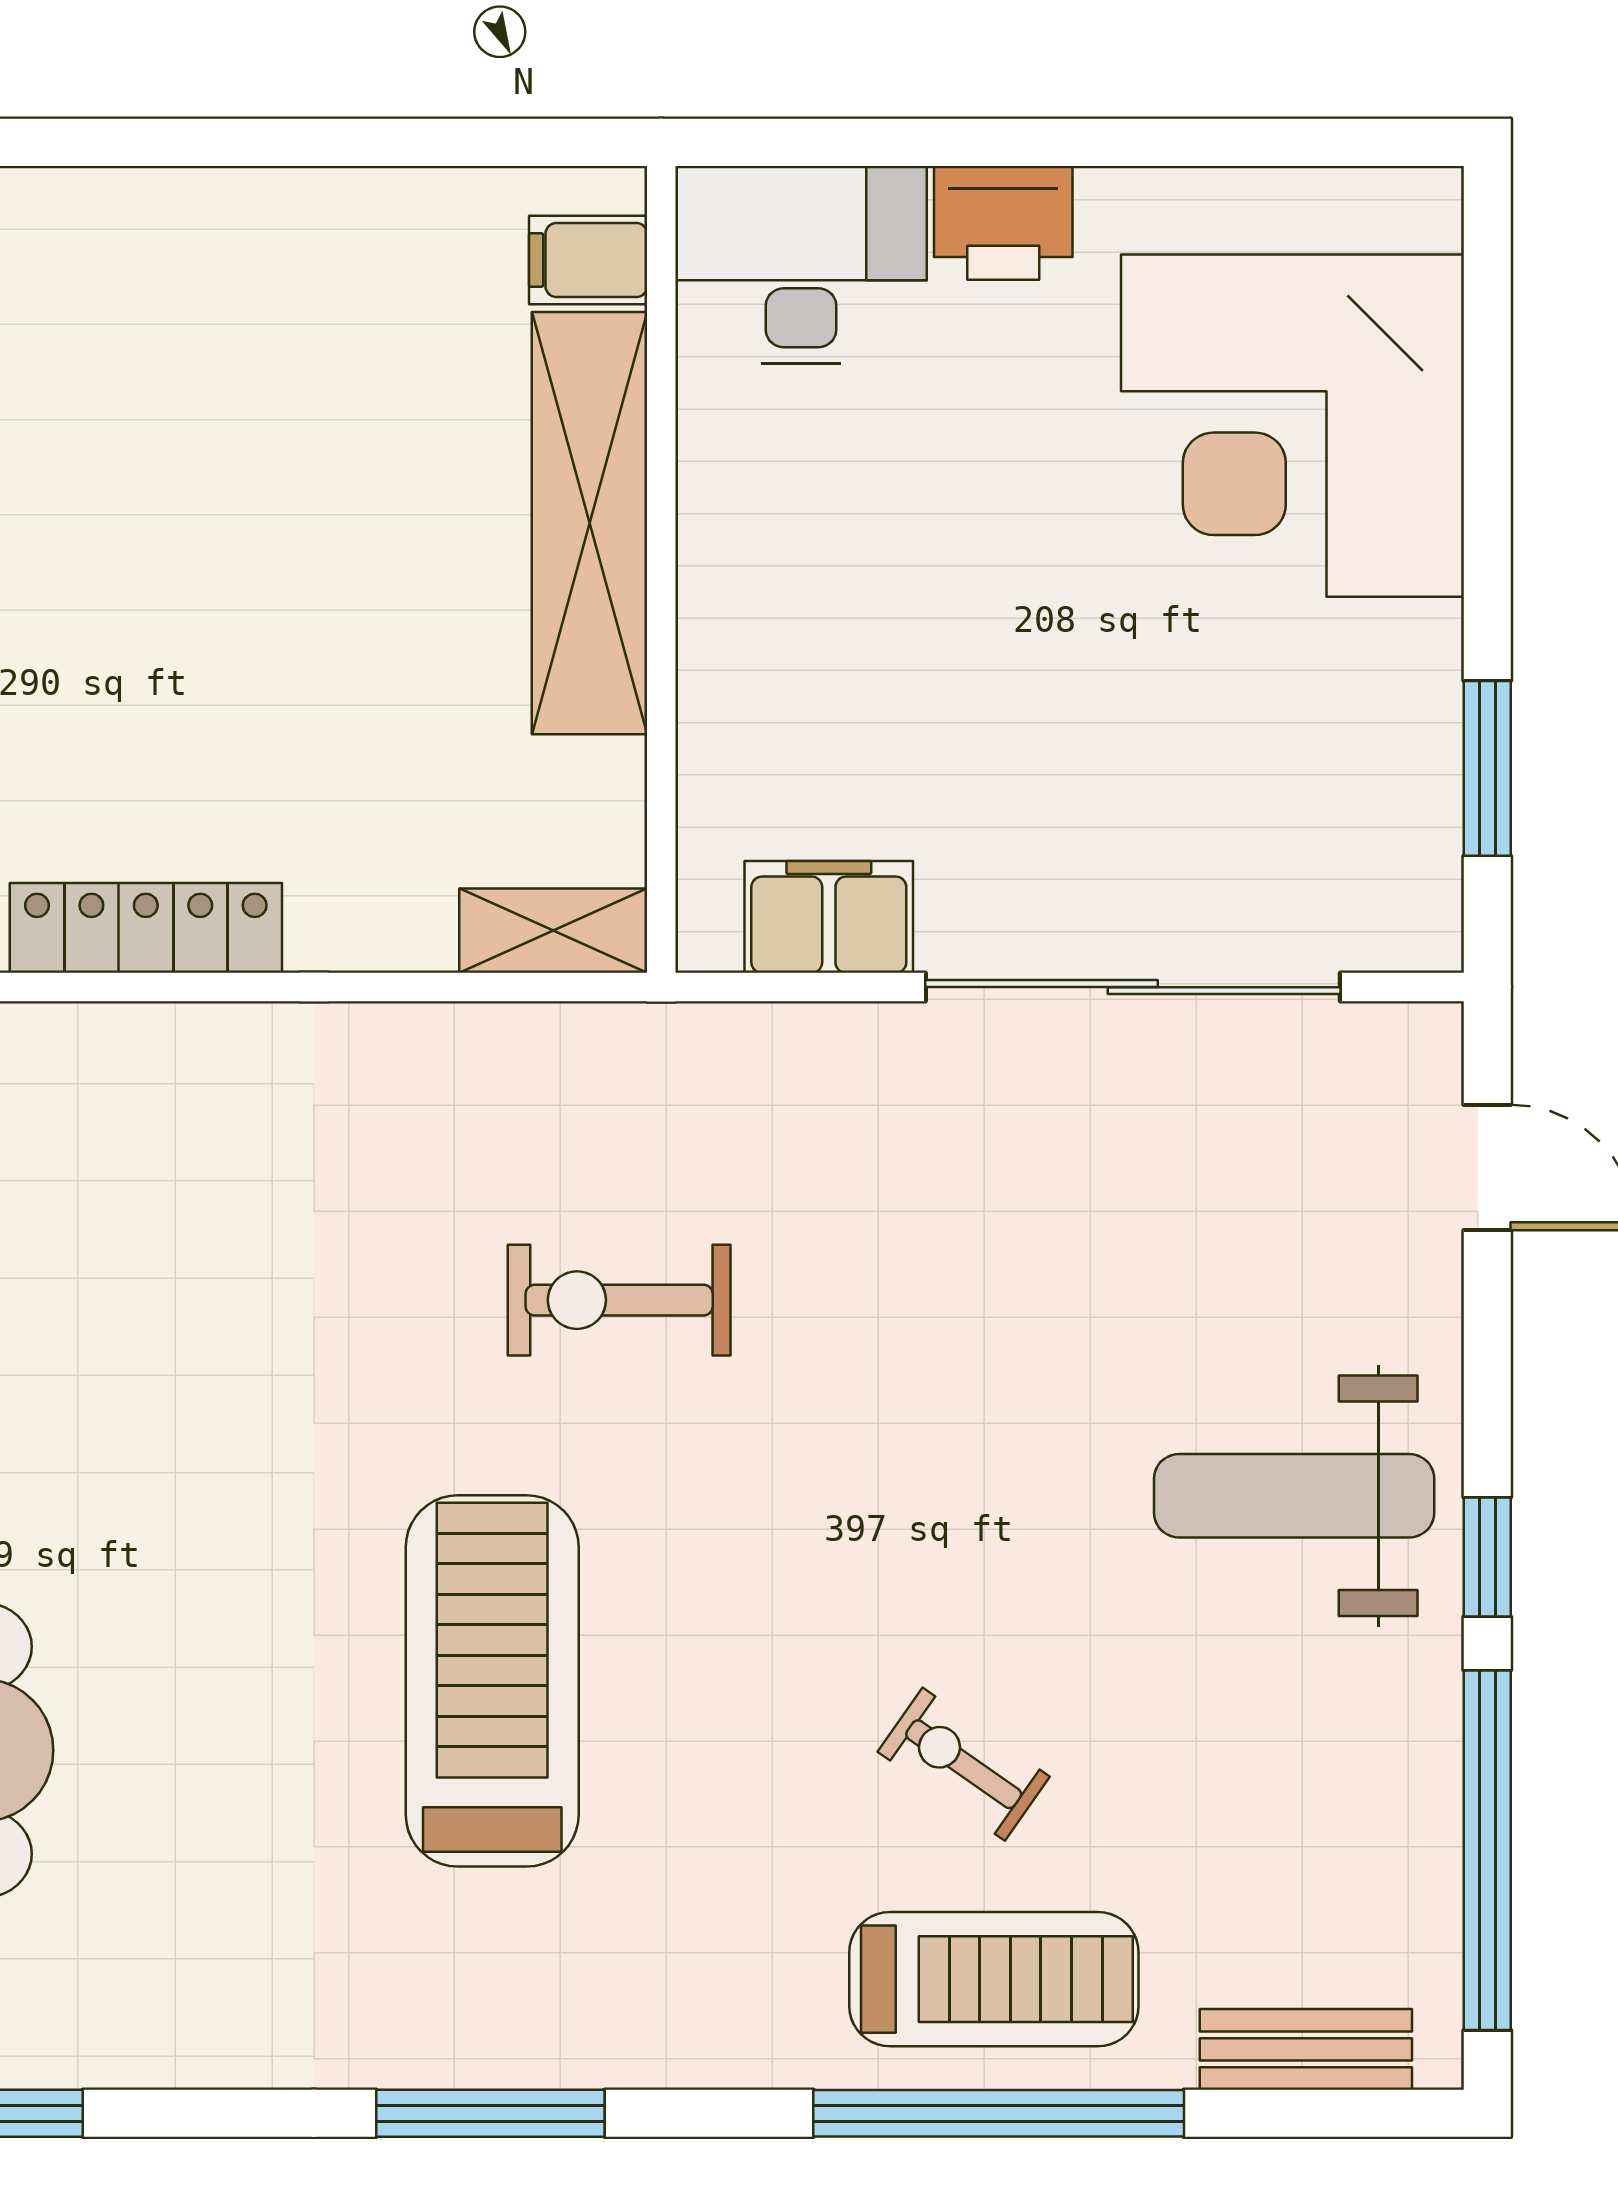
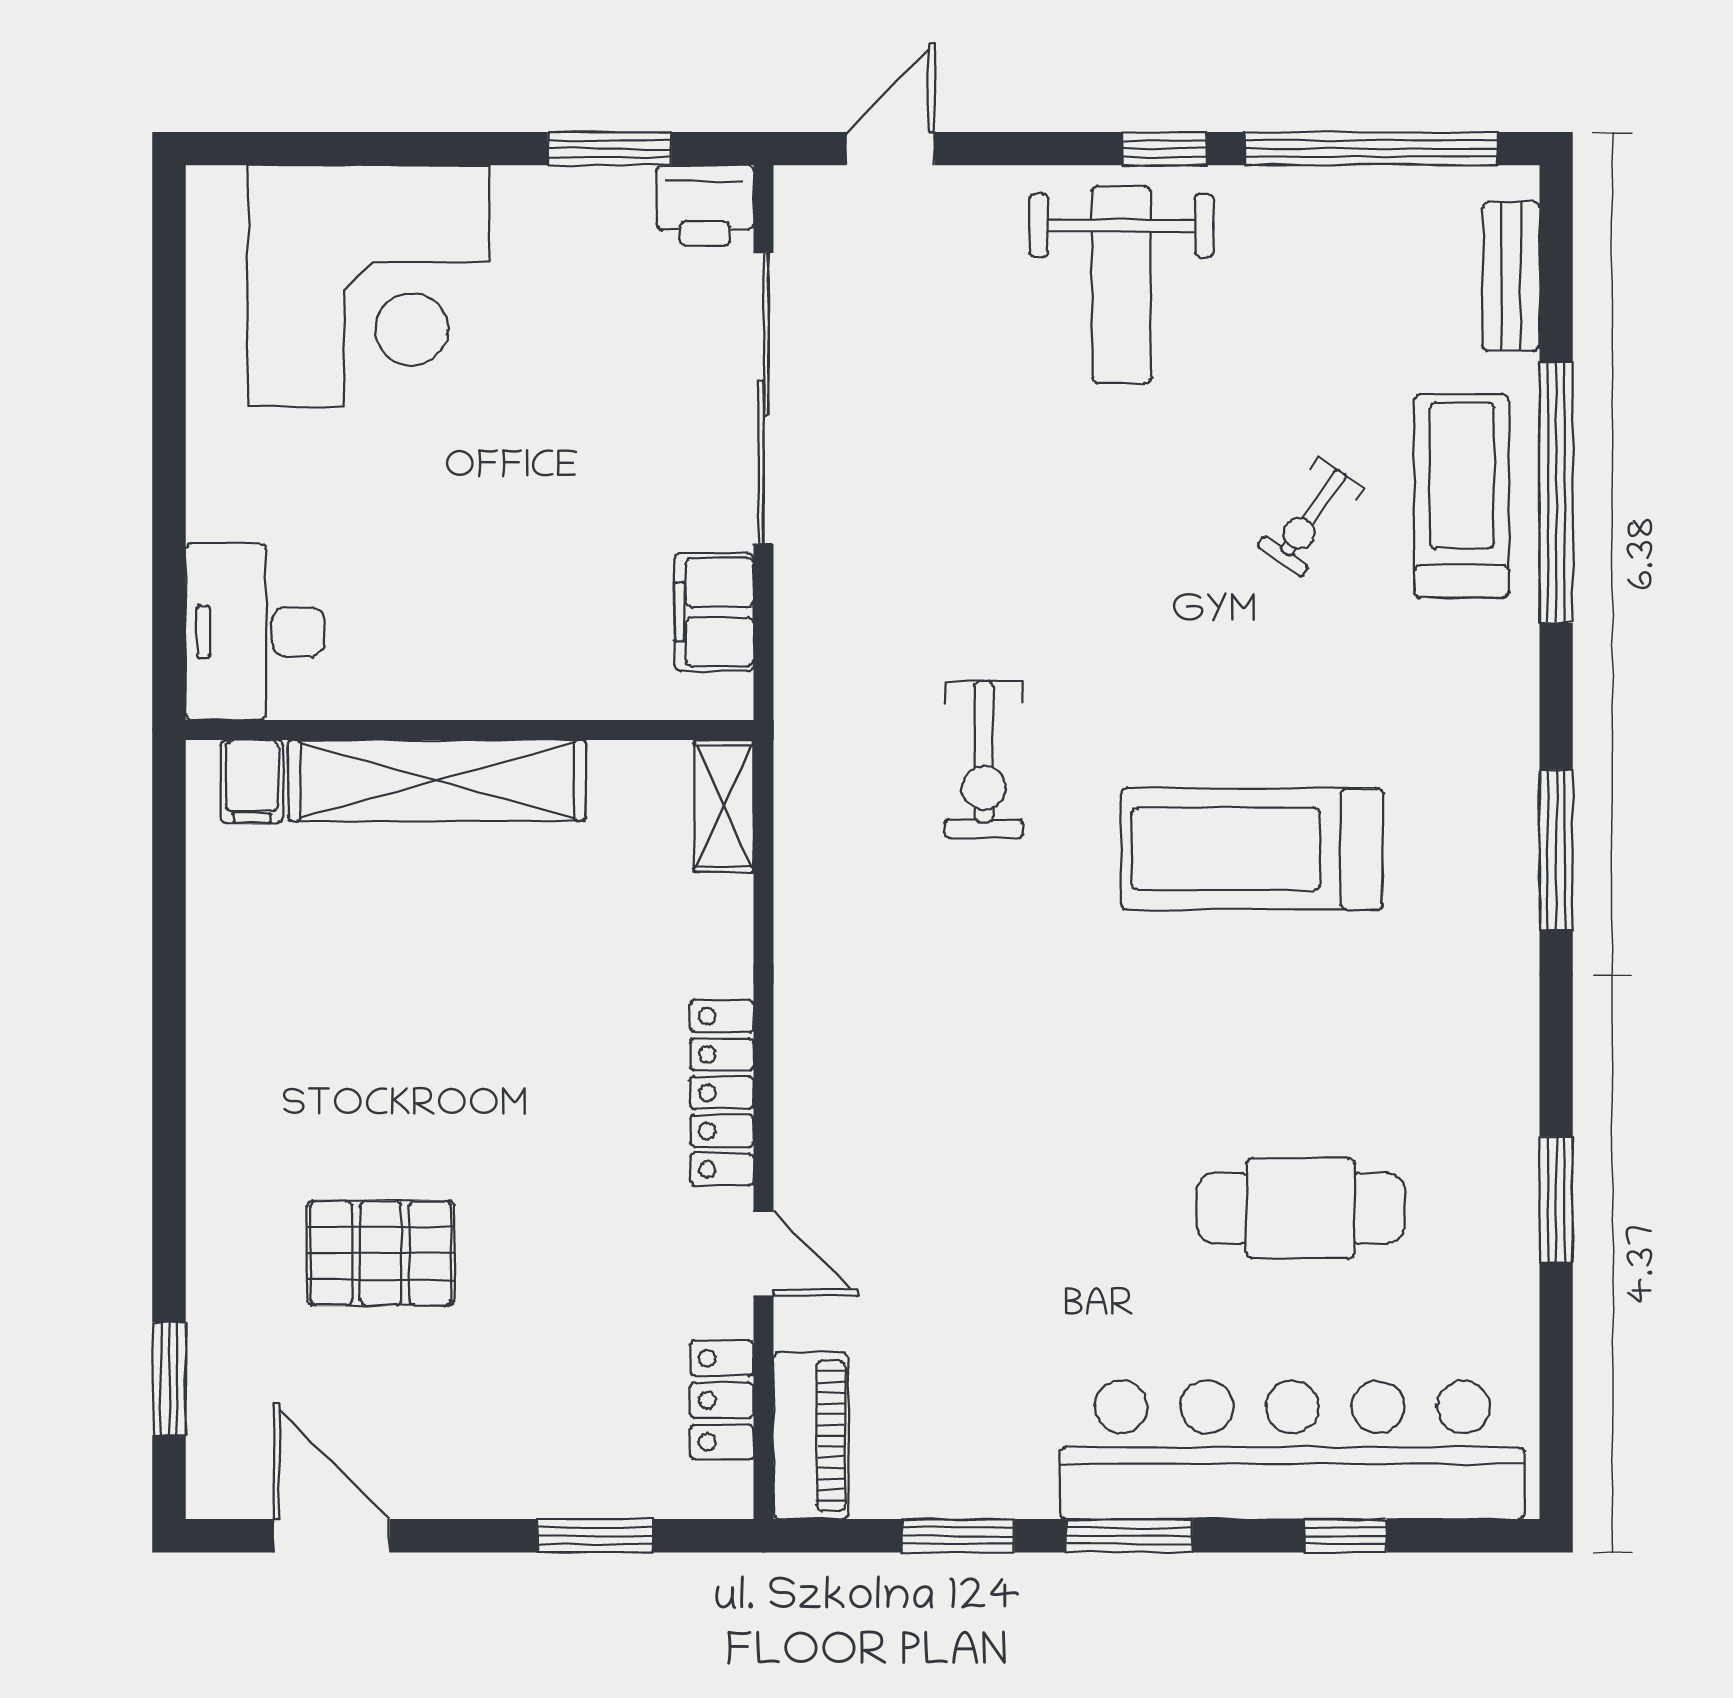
printer: (1003, 223) -> (705, 205), moved, turned 90

